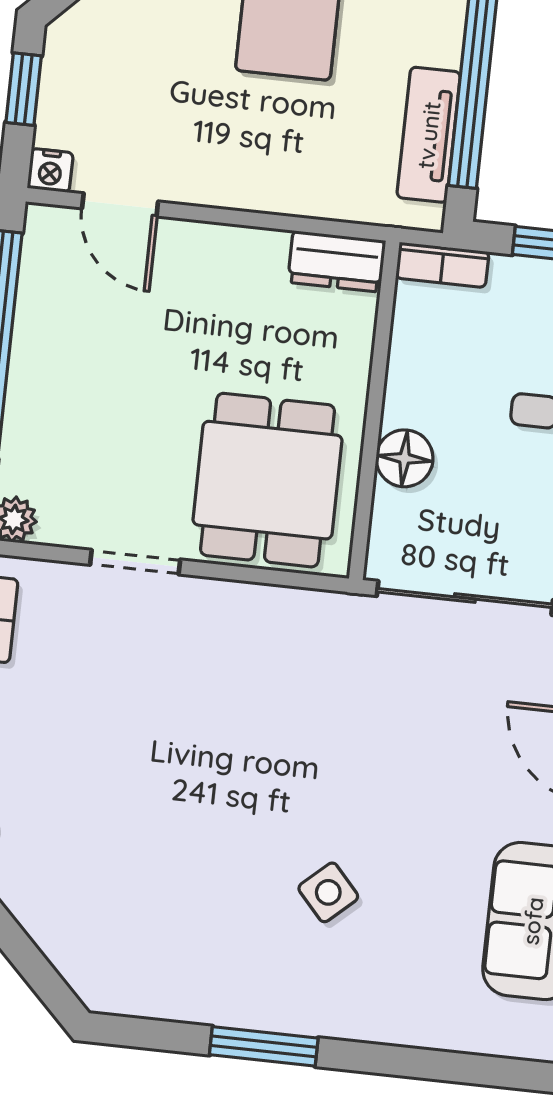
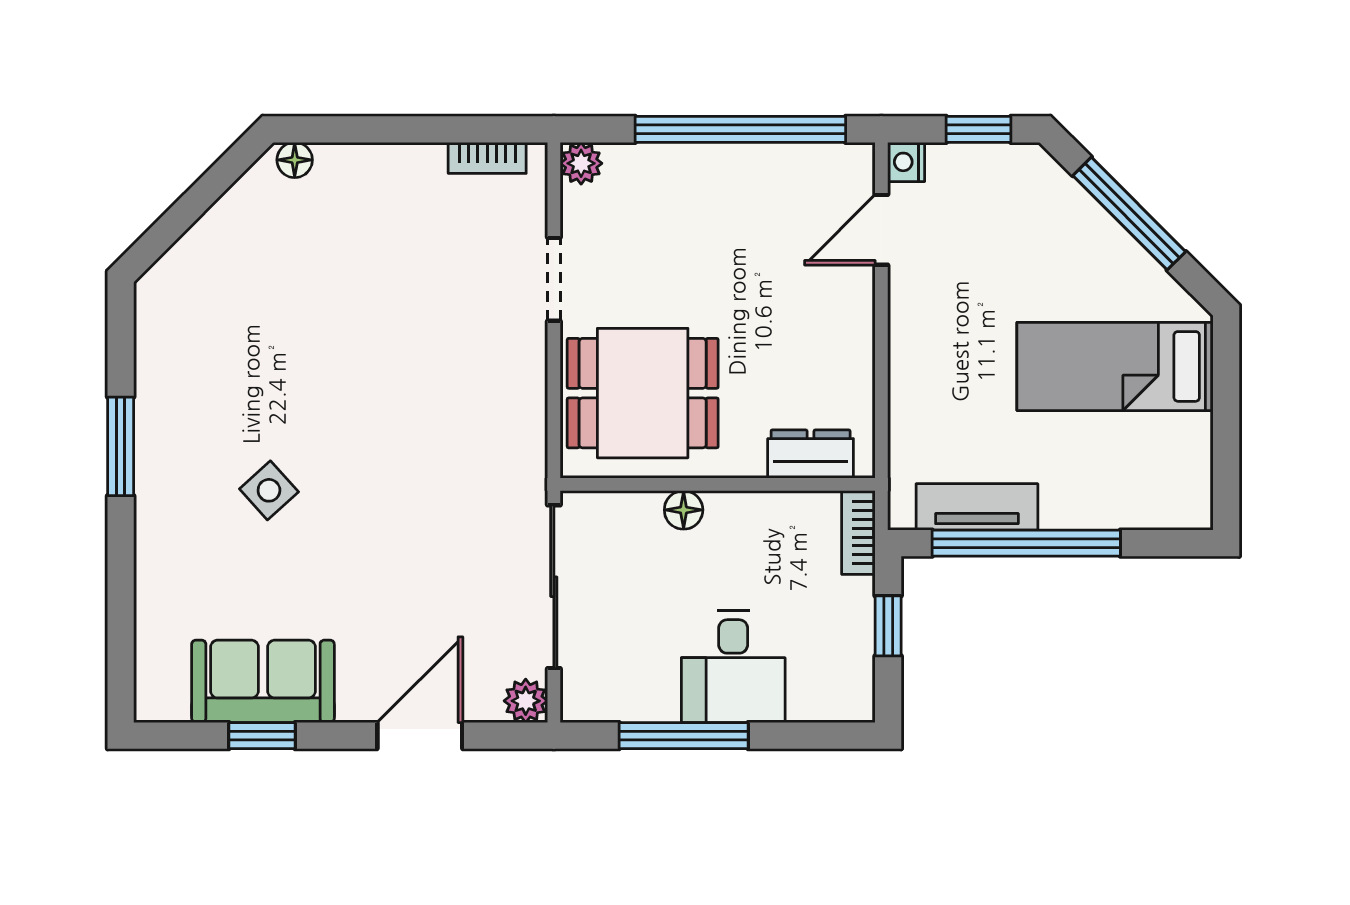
dresser: (336, 261) -> (811, 454), moved, turned 90
floor lamp: (404, 458) -> (684, 510), width x0.73, depth x0.73

